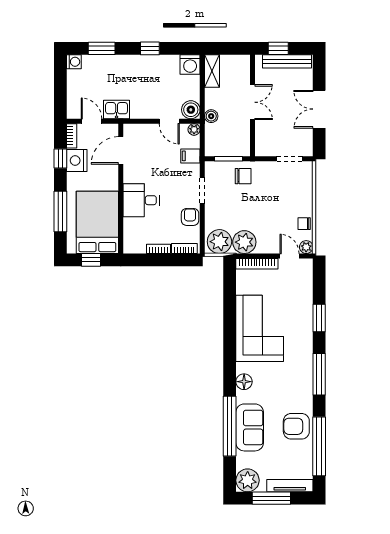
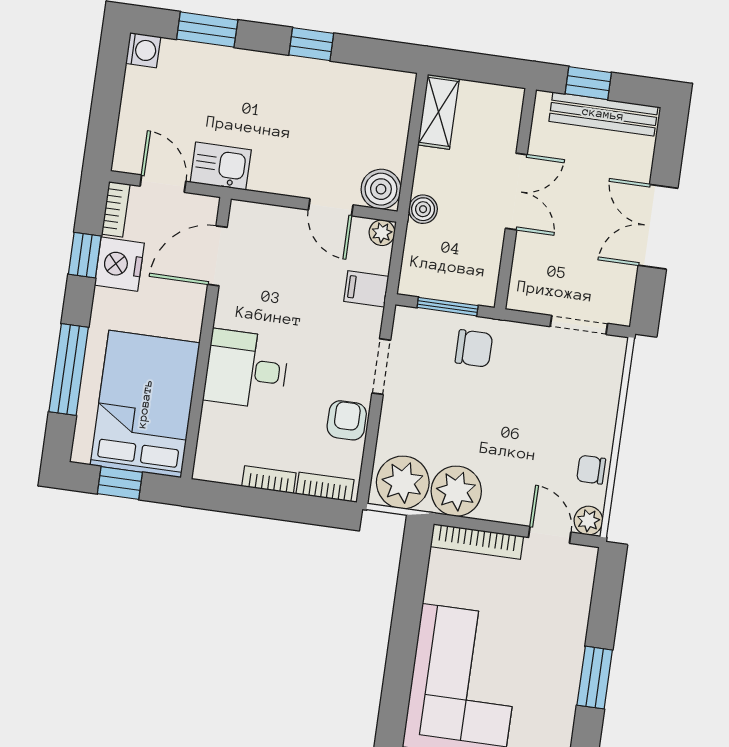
washing machine: (190, 64) -> (393, 91), removed

